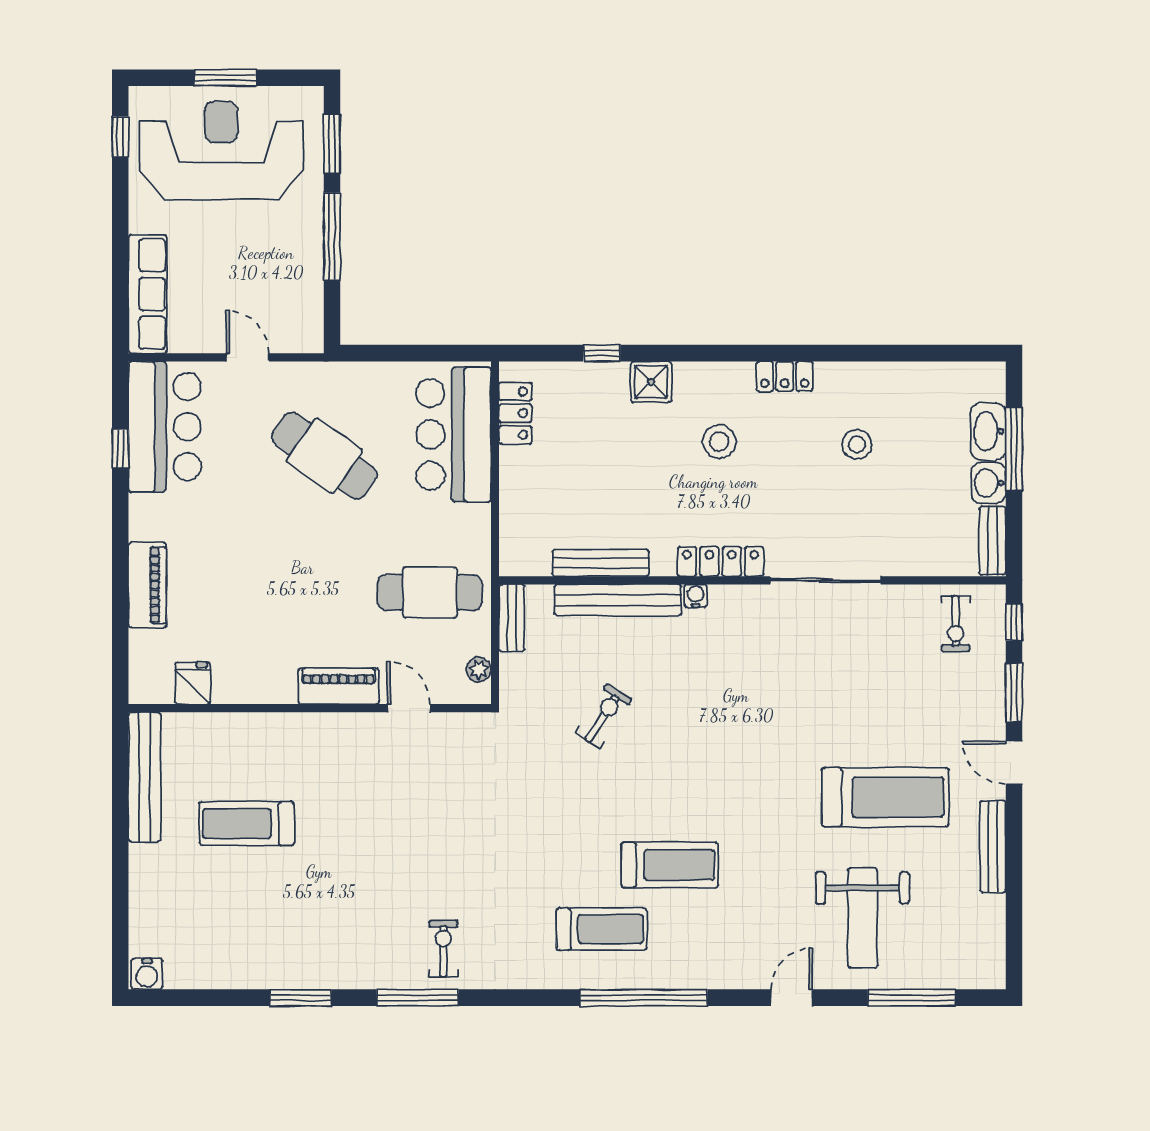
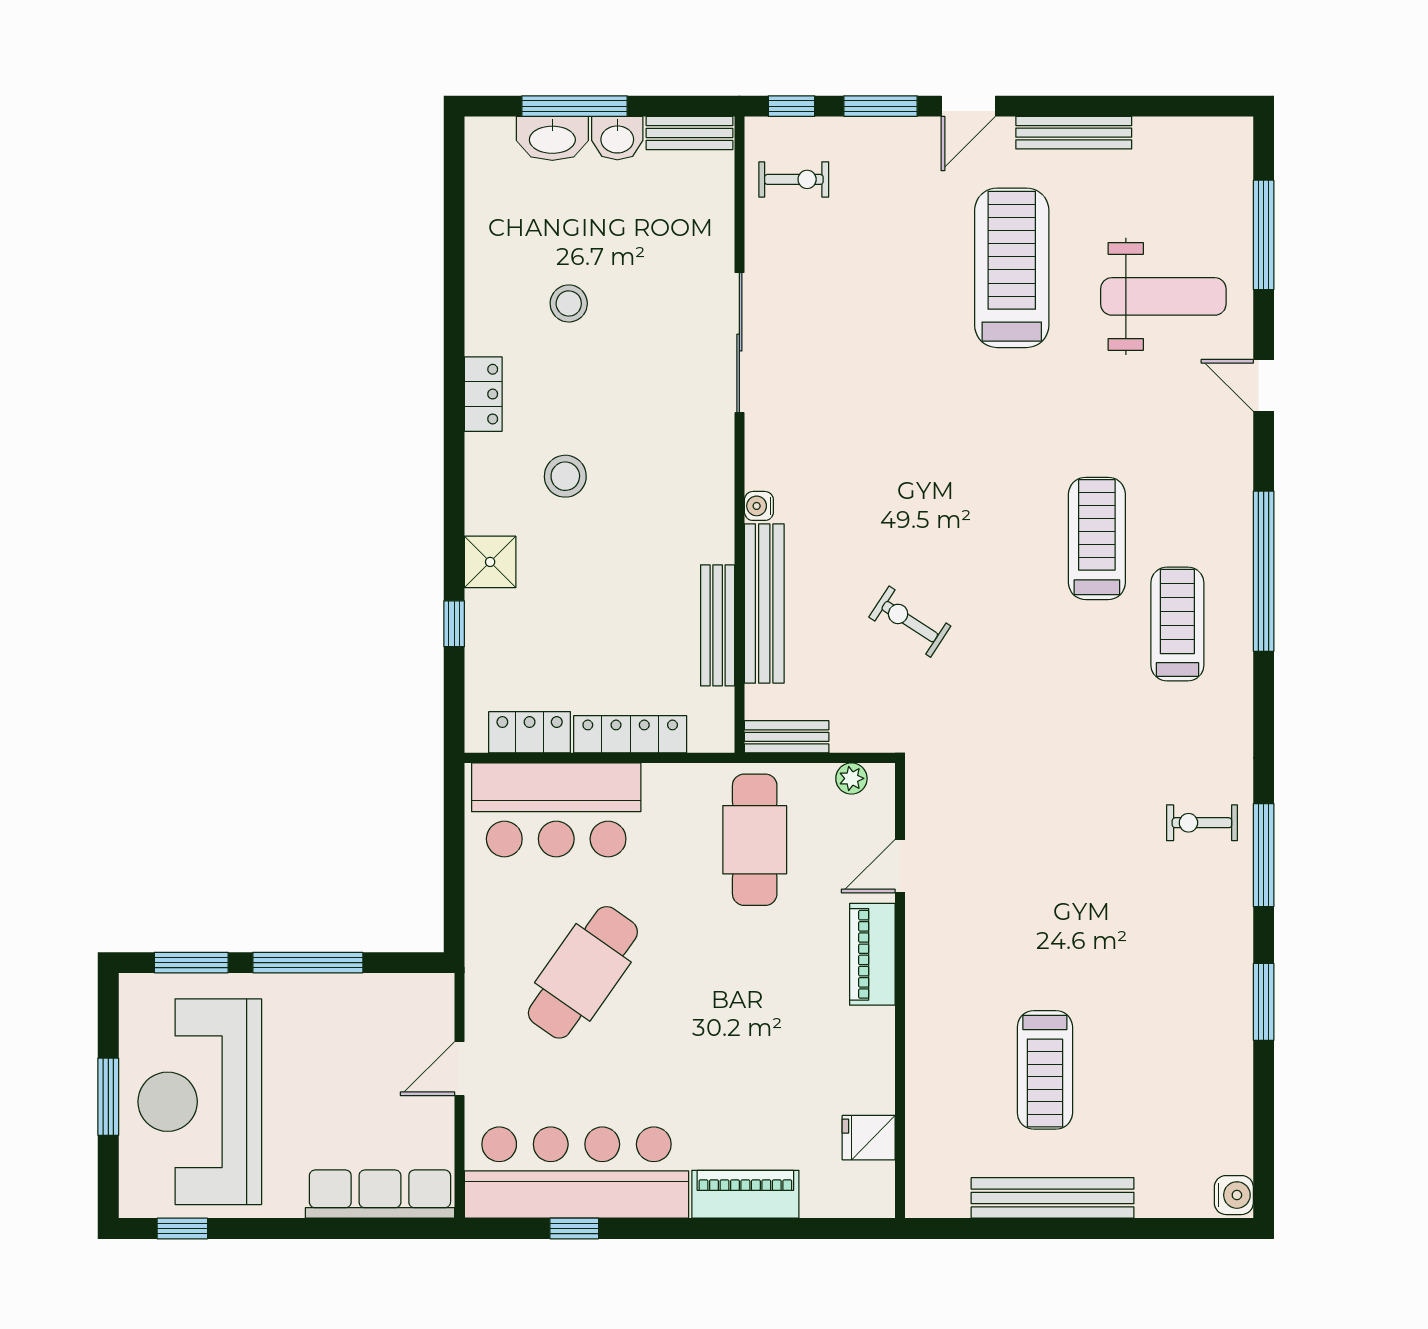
bar counter: (165, 427) -> (576, 1173), width x1.36
locker: (721, 562) -> (630, 734), moved, turned 90
bench: (145, 777) -> (1053, 1198), moved

